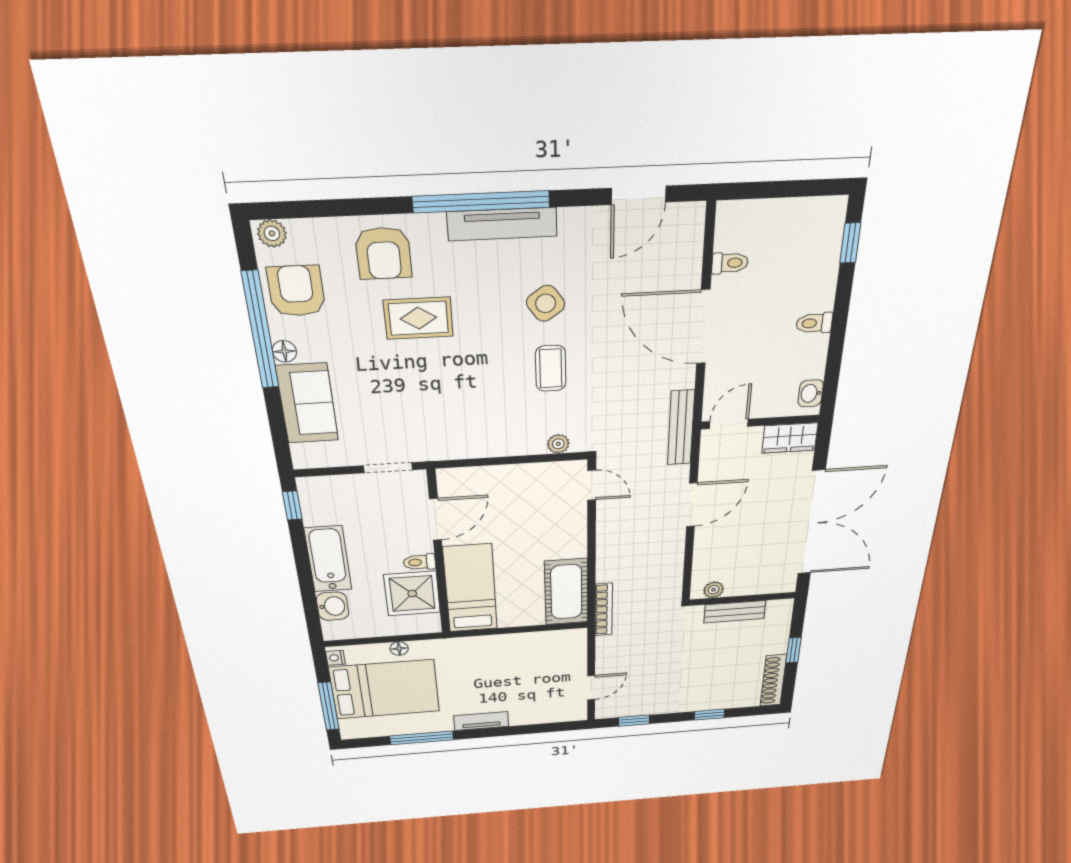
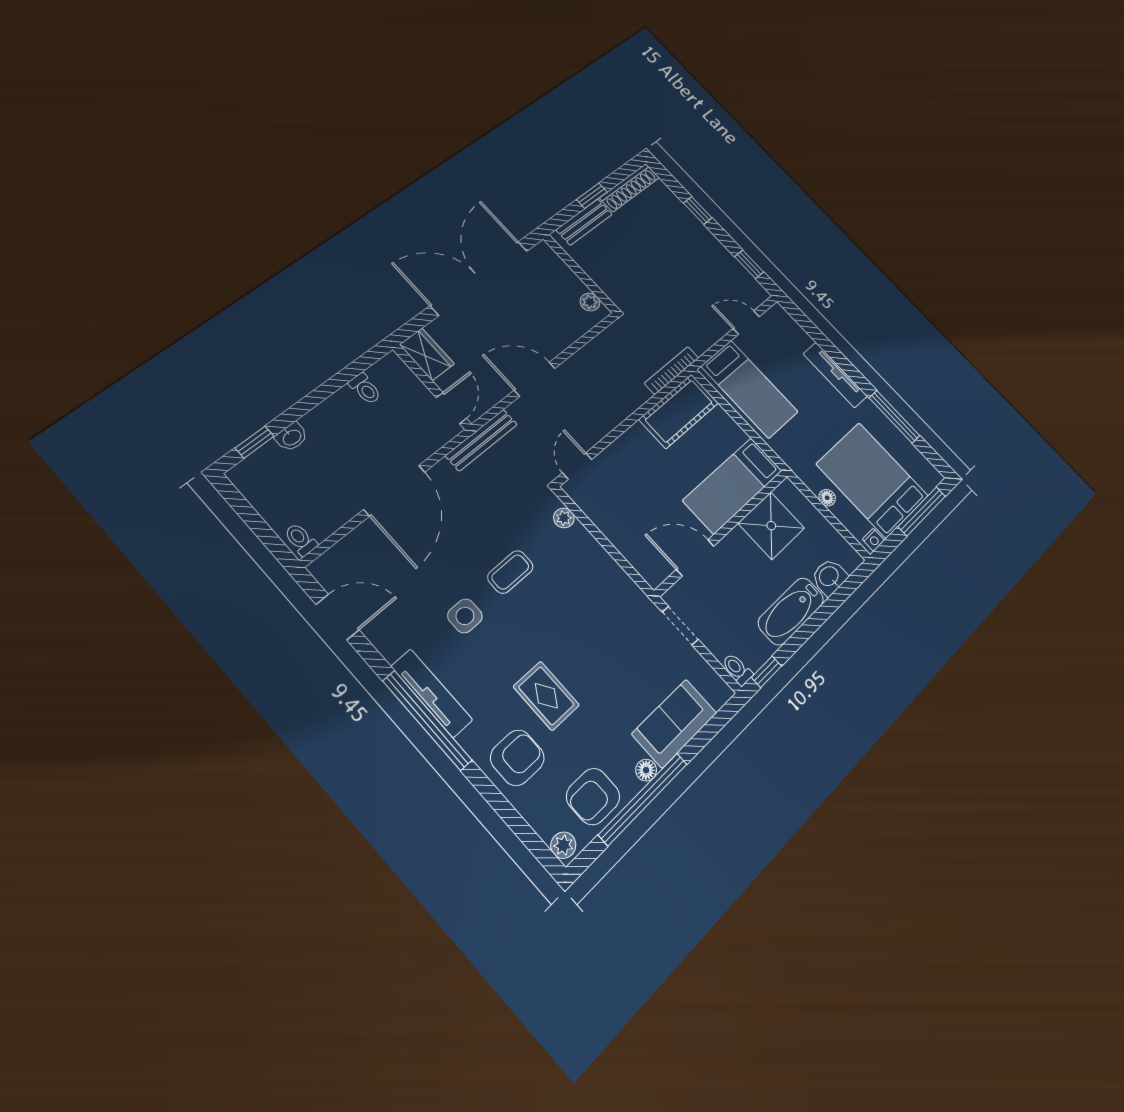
toilet: (730, 263) -> (301, 539), moved
side table: (546, 303) -> (465, 616), turned 35
toilet: (814, 323) -> (365, 389), moved
washbasin: (811, 393) -> (292, 437), moved
door: (729, 424) -> (451, 408), swing flipped
toilet: (419, 562) -> (737, 669), moved, turned 180
bench: (735, 612) -> (584, 222), moved, turned 90
bed: (537, 654) -> (750, 389), added
tv unit: (481, 721) -> (835, 375), width x1.41

